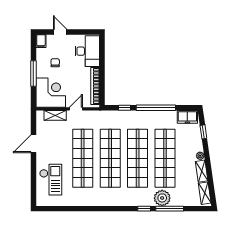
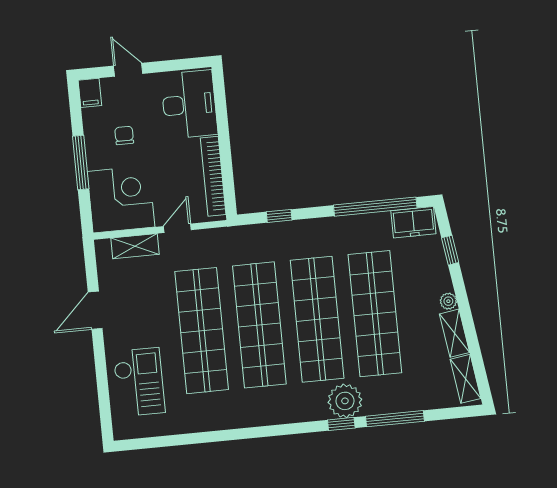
window: (156, 108) -> (375, 207), moved
plant: (162, 198) -> (345, 401), moved

